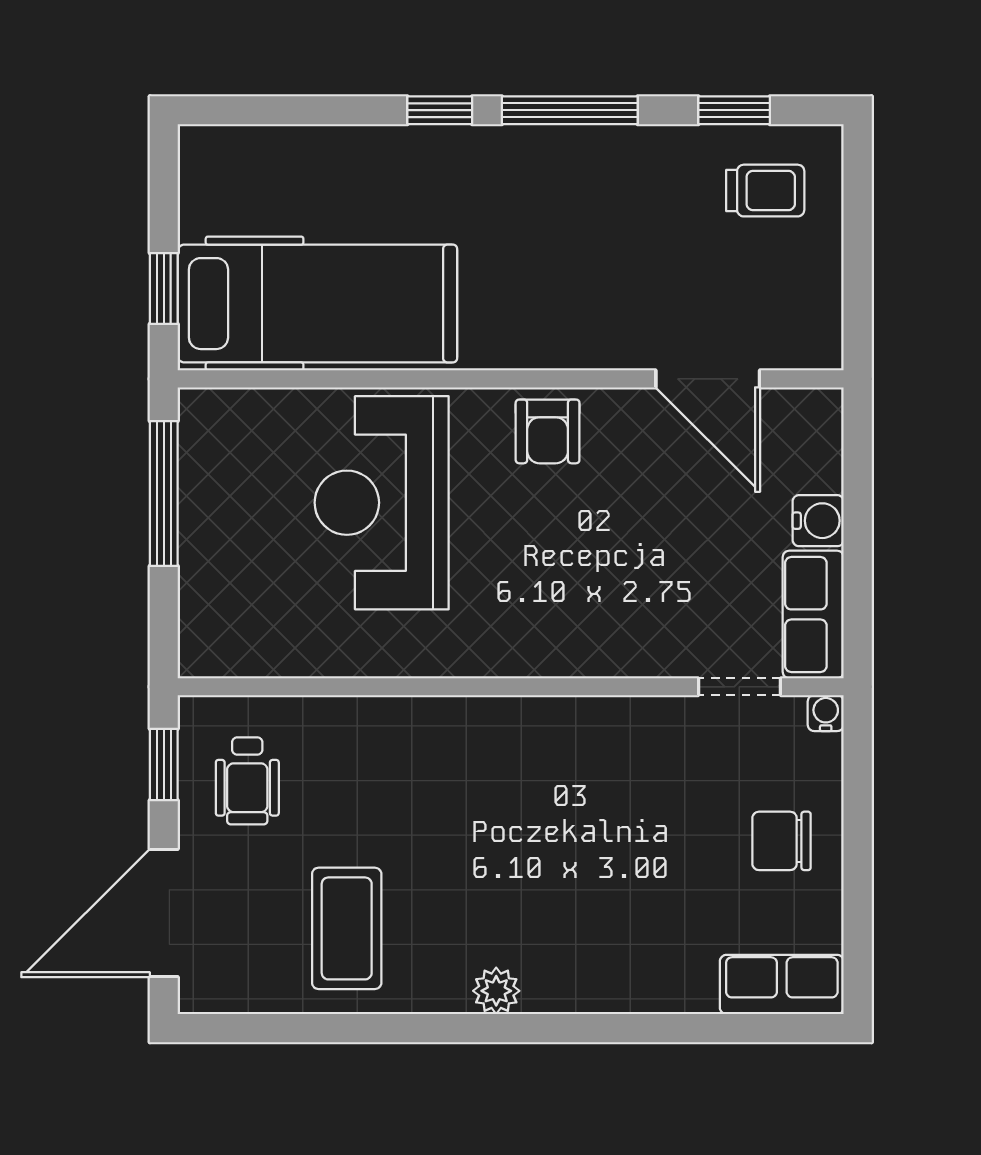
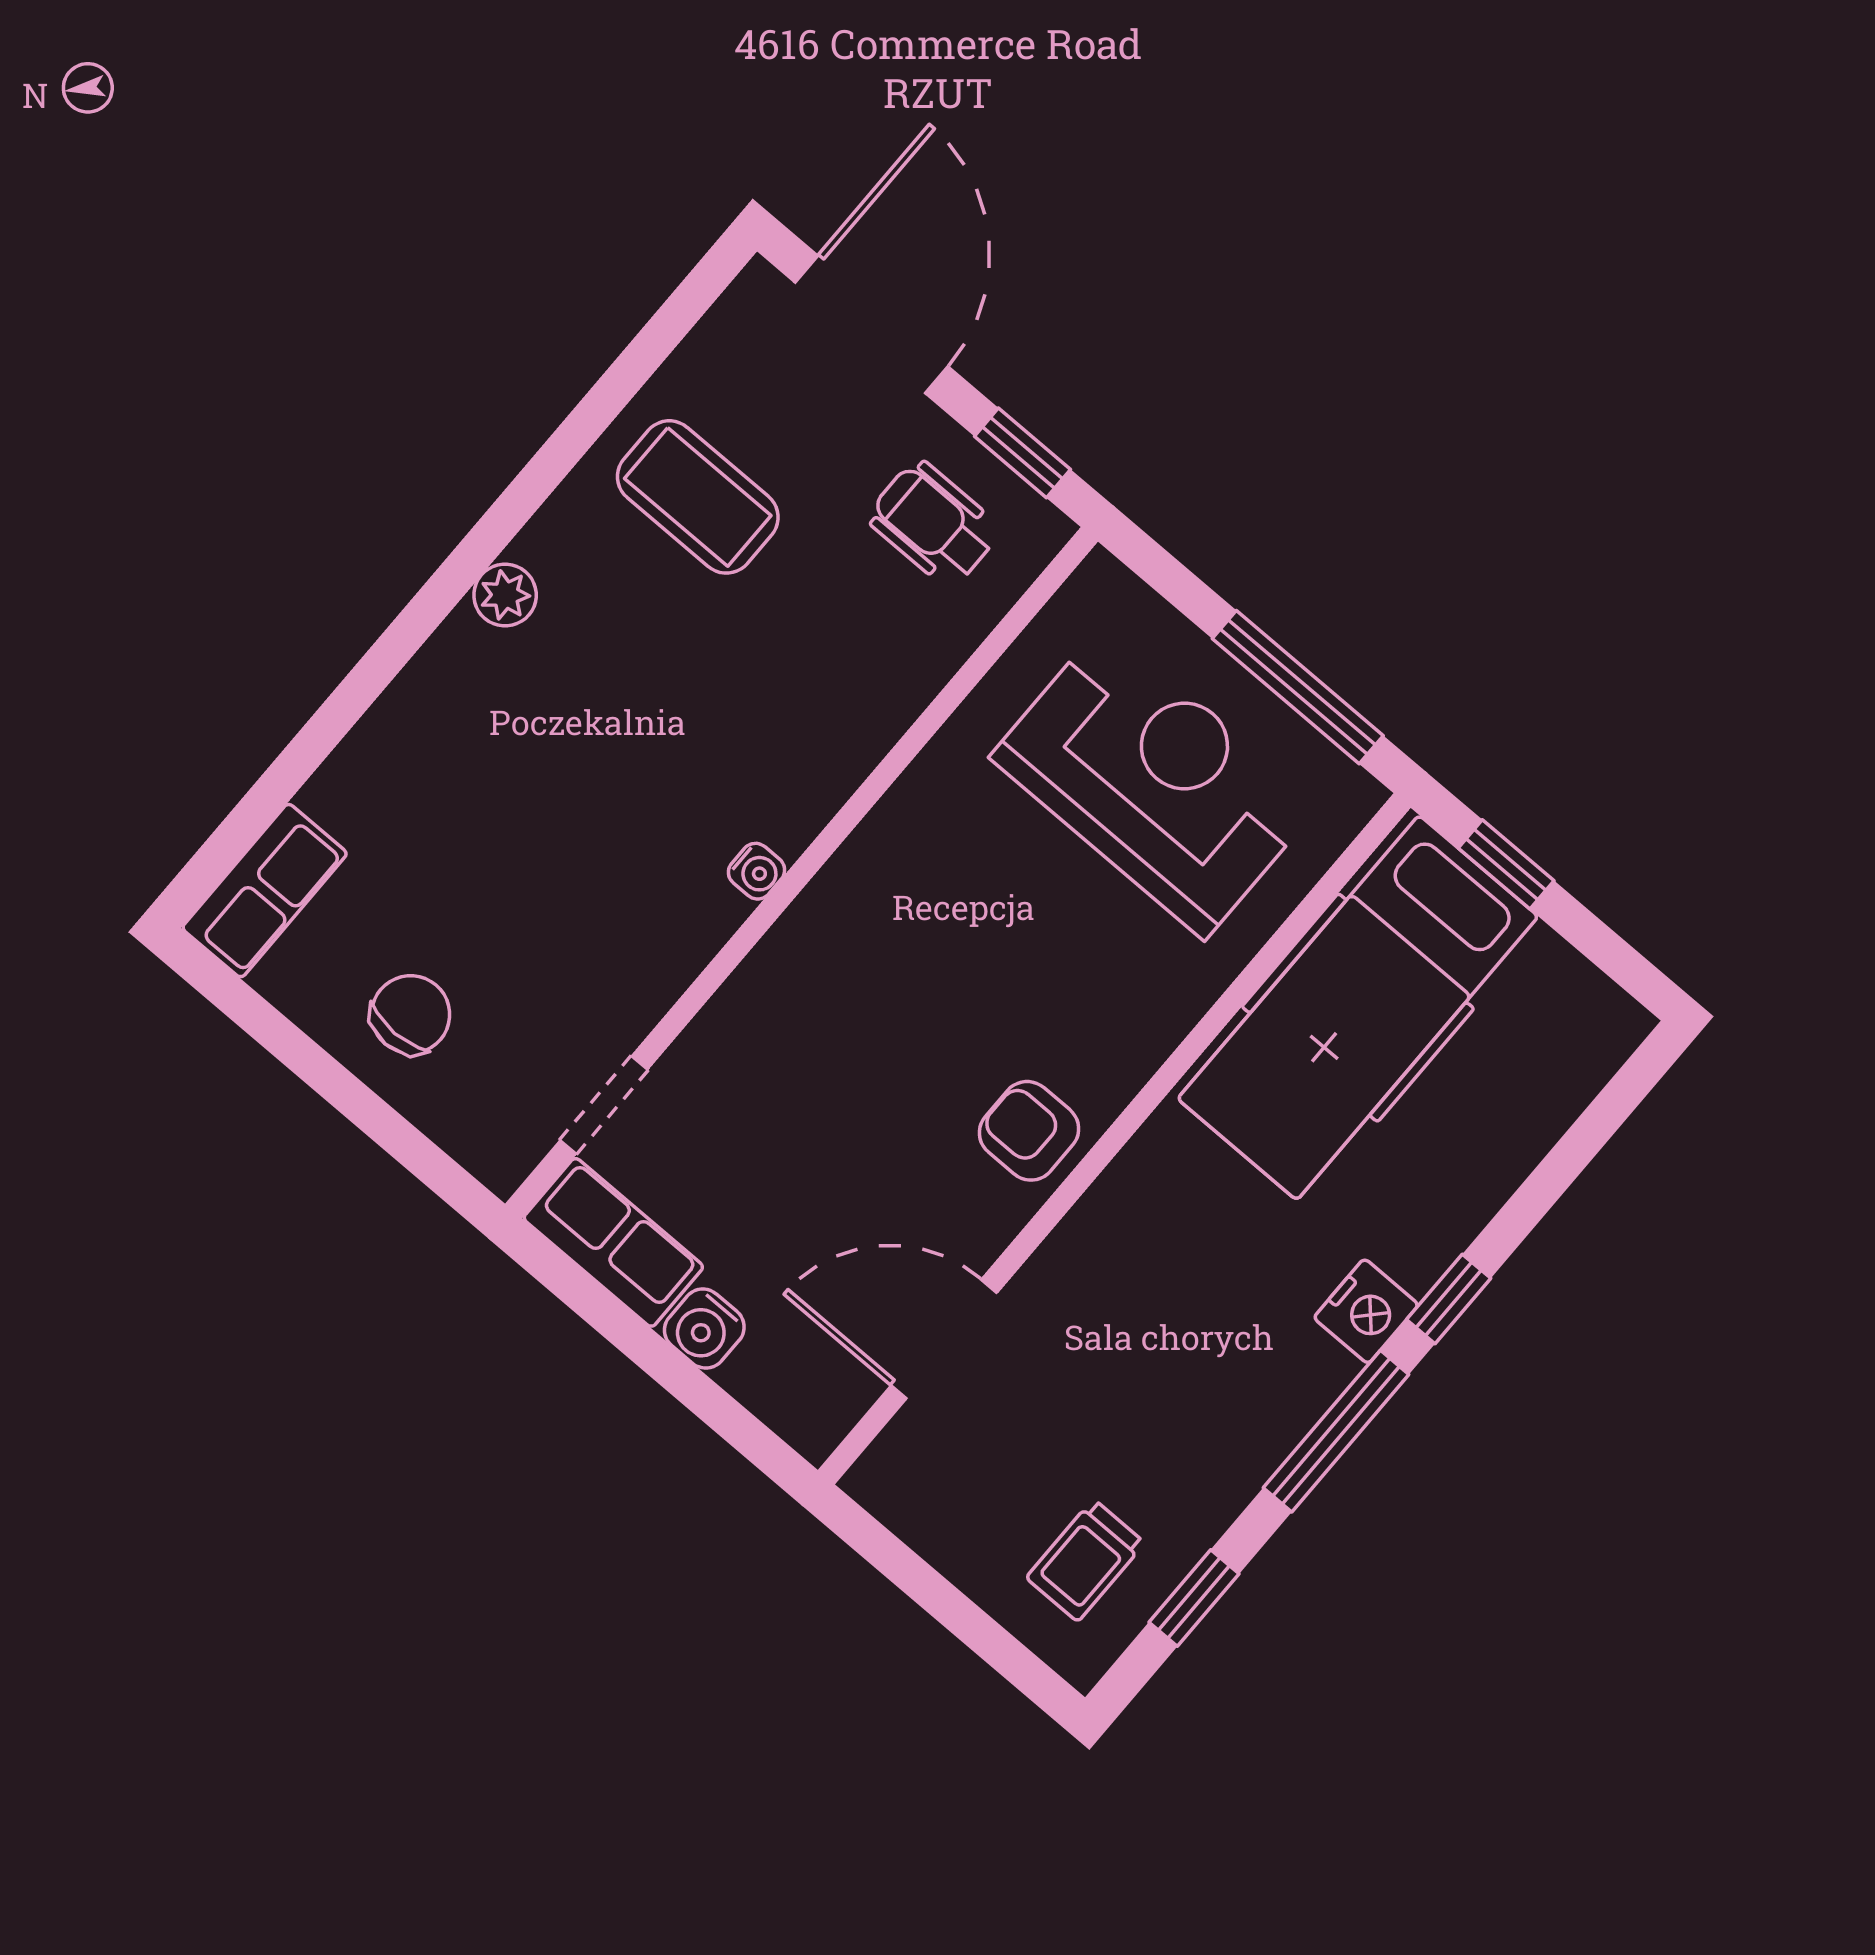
nightstand: (487, 151) -> (1366, 1311), added
reception desk: (382, 503) -> (1154, 781), moved
water cooler: (826, 713) -> (757, 871), moved

